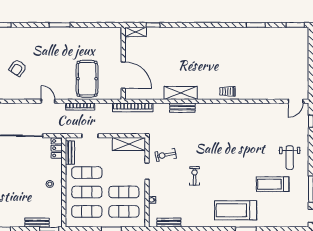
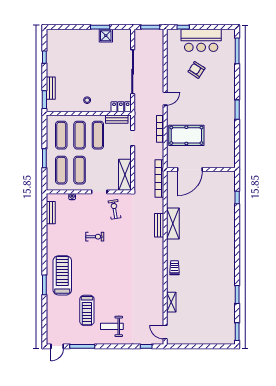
shelving: (136, 32) -> (171, 302), moved
treadmill: (273, 184) -> (87, 310), turned 180

